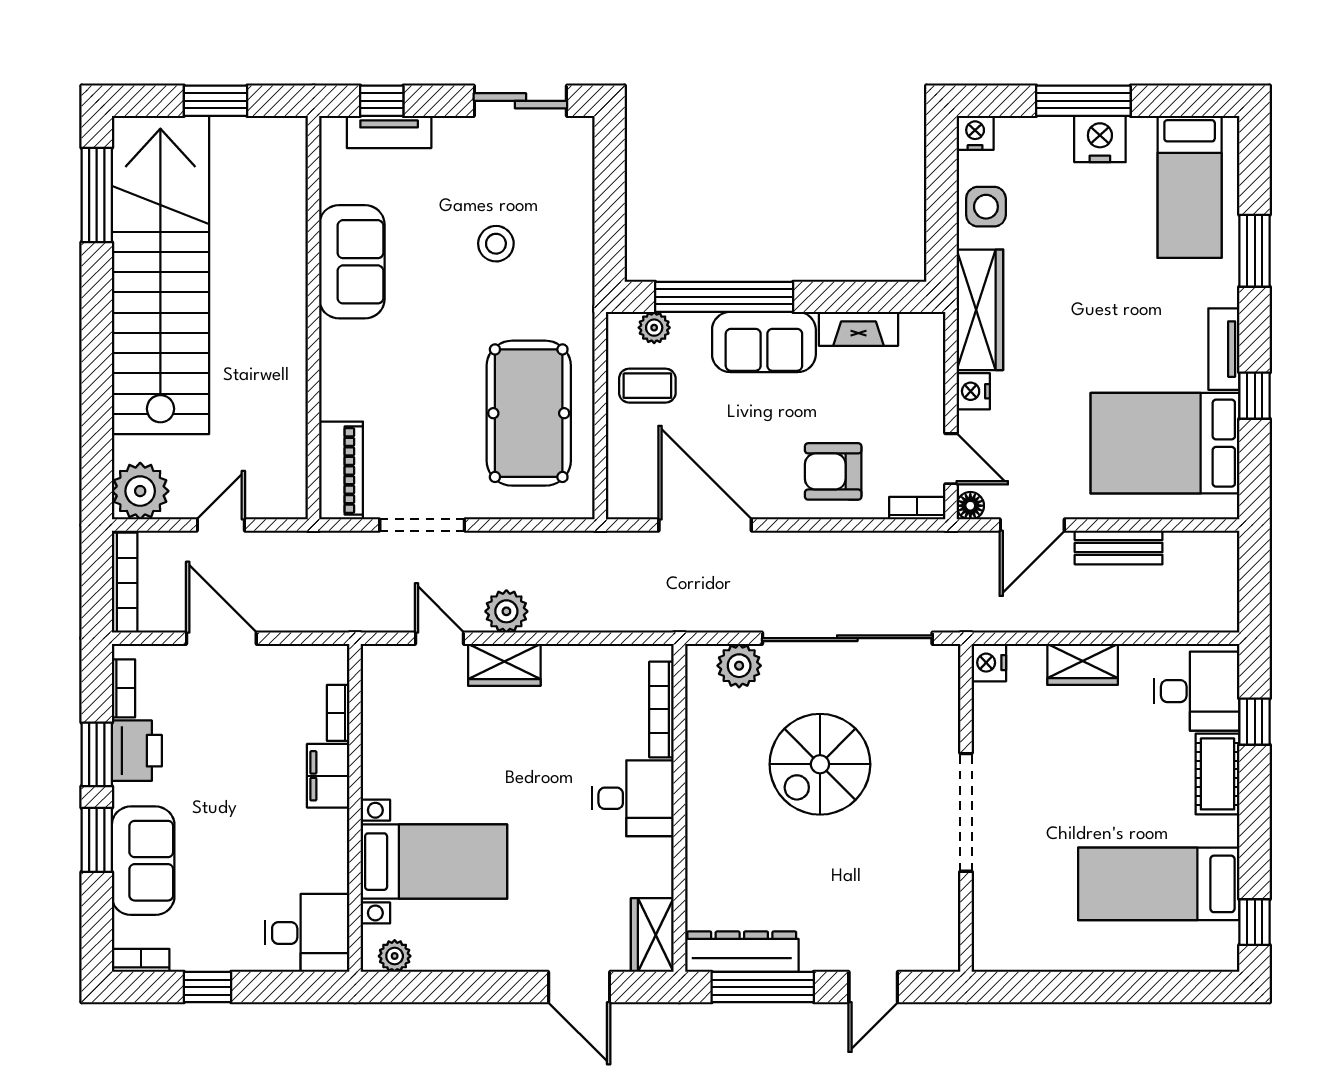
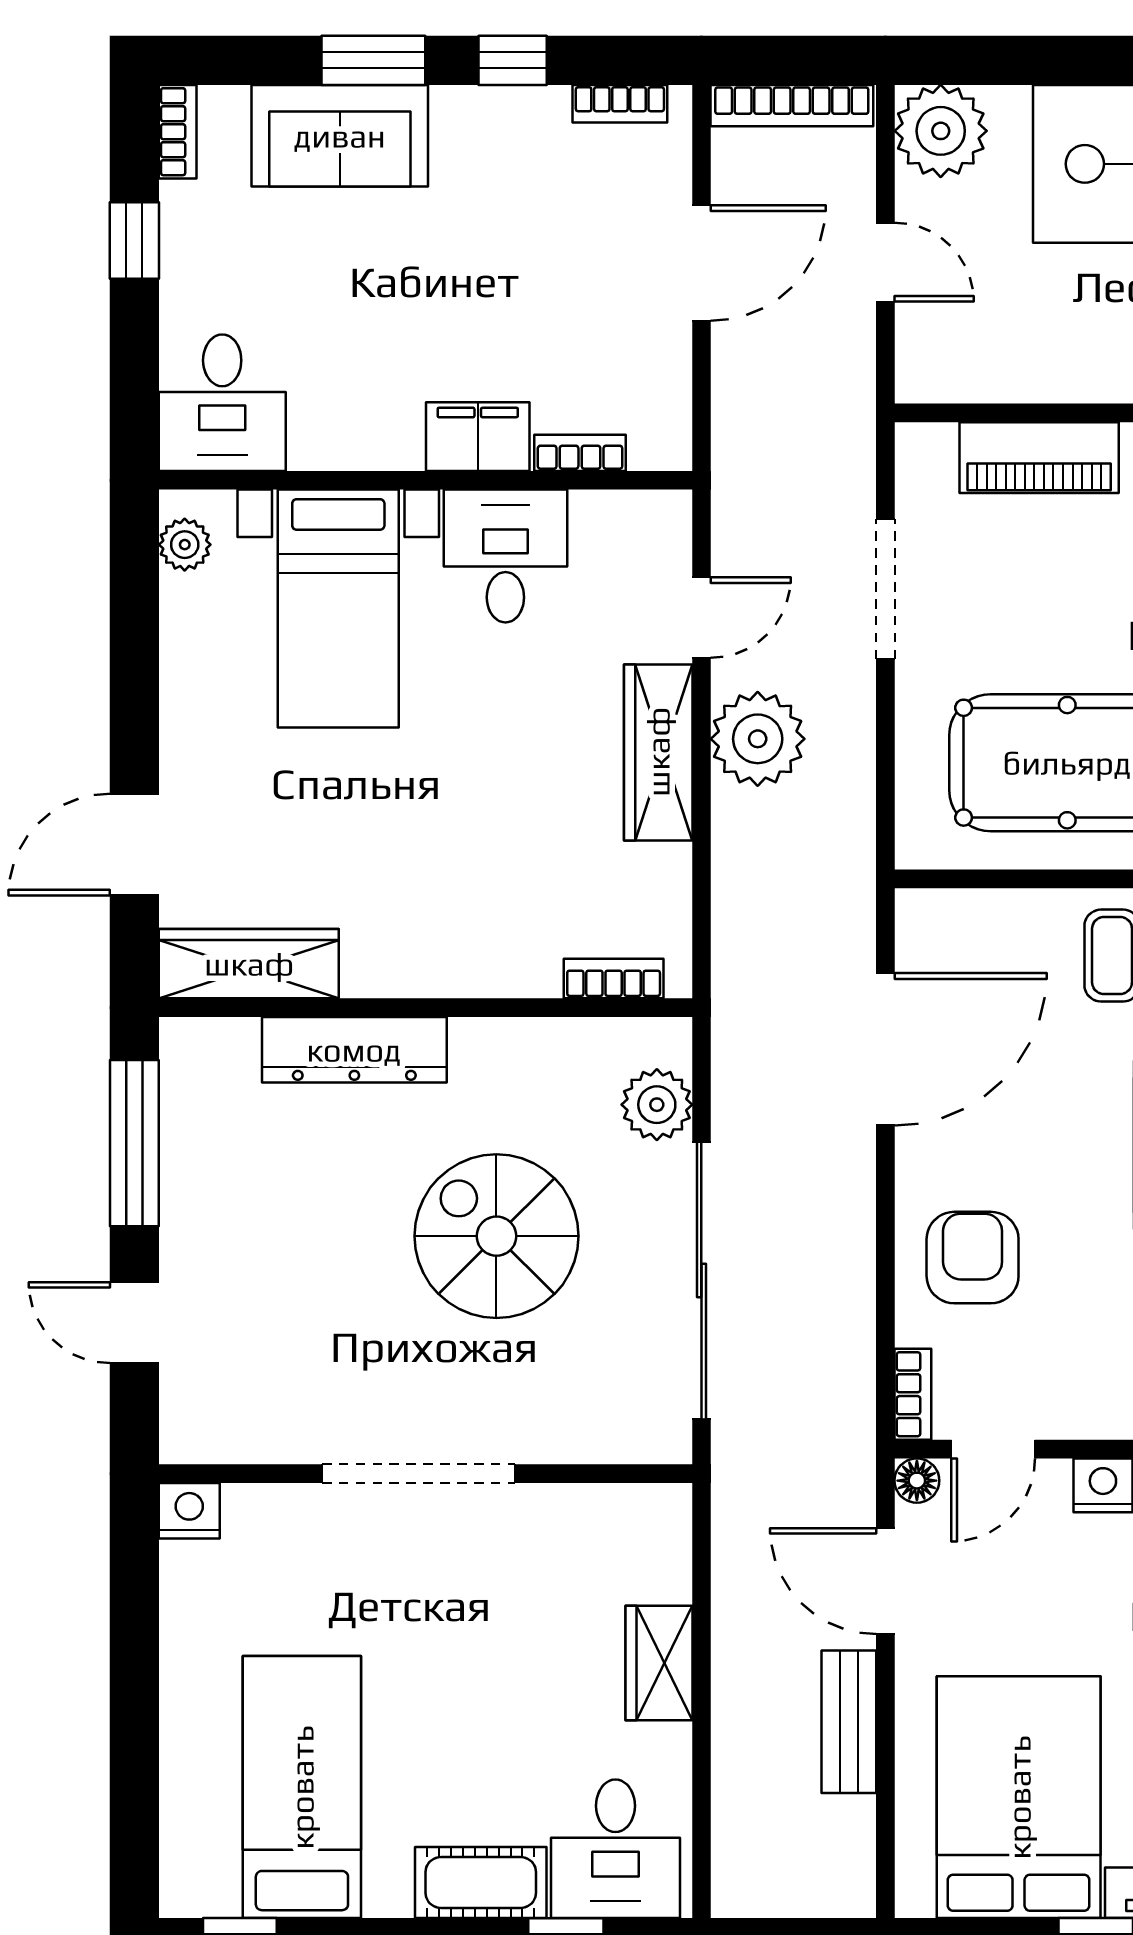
piano: (341, 470) -> (1039, 458), moved
plant: (506, 611) -> (758, 739), width x1.36, depth x1.36
nightstand: (989, 663) -> (189, 1511), moved
wardrobe: (504, 665) -> (658, 752), width x1.50
bookcase: (661, 709) -> (614, 979), width x0.64
printer: (137, 751) -> (519, 125), removed
window: (97, 754) -> (513, 60), width x0.67
desk: (633, 798) -> (505, 556), moved, turned 180
wardrobe: (652, 935) -> (249, 964), width x1.50
dresser: (742, 952) -> (354, 1050), moved, turned 90

